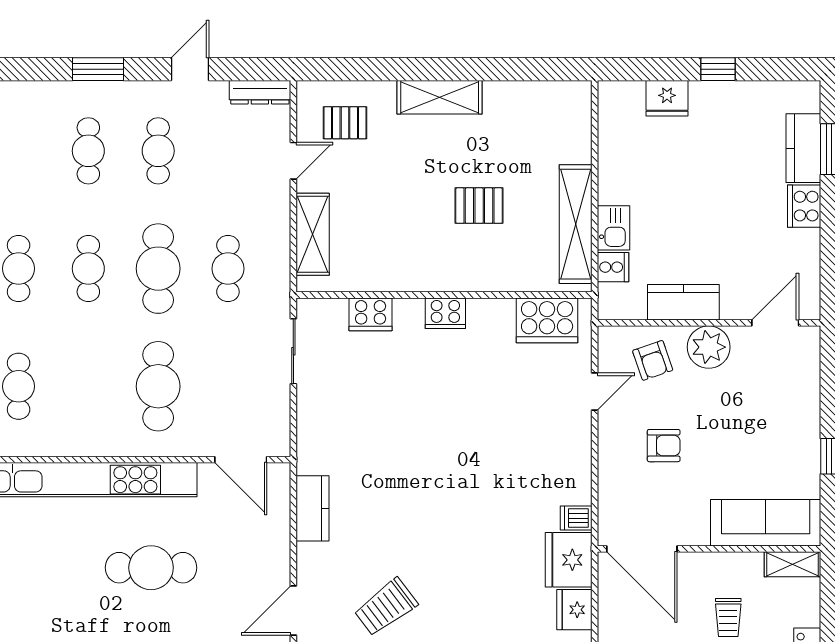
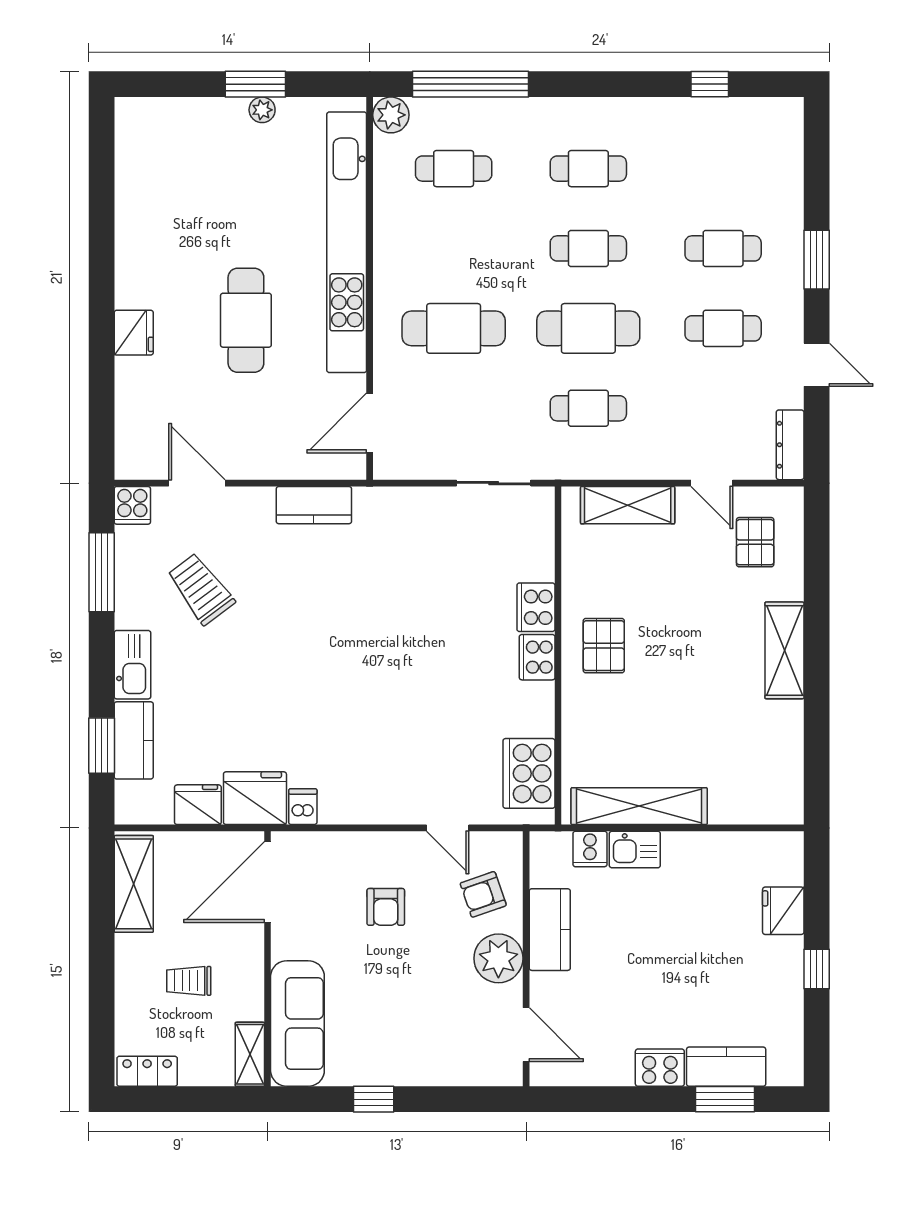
pallet: (479, 206) -> (604, 646), moved
cooker: (371, 314) -> (536, 607), moved

